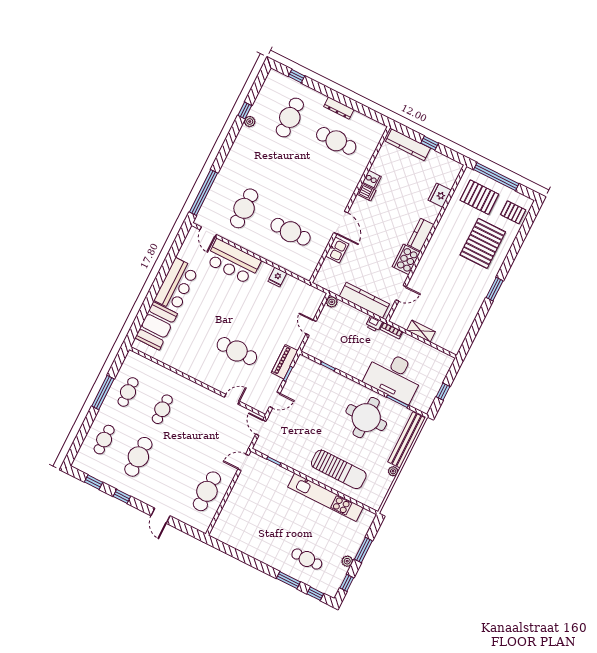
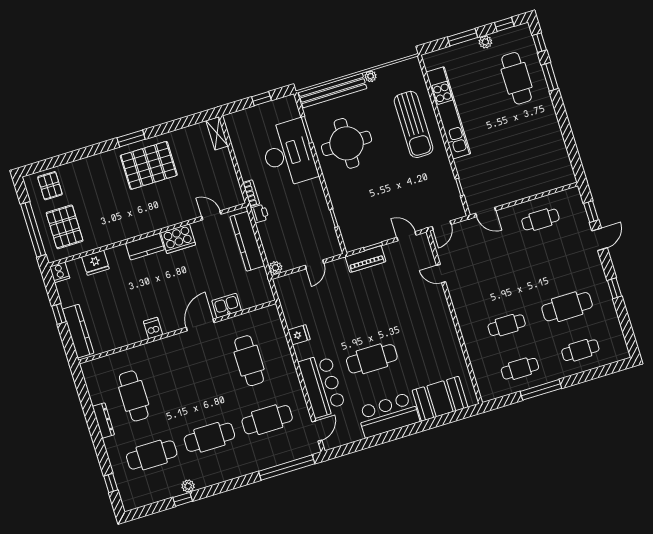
cafe table: (267, 163) -> (209, 437), added
cooker: (372, 179) -> (60, 272), moved, turned 180
pallet: (483, 243) -> (149, 165), moved
shelving: (421, 331) -> (217, 133), moved
cafe table: (237, 351) -> (372, 359), moved, turned 90
sun lounger: (339, 469) -> (414, 124), turned 180
window: (94, 482) -> (591, 212), moved
cafe table: (207, 491) -> (540, 220), width x0.73, depth x0.74
cafe table: (307, 559) -> (517, 78), width x1.37, depth x1.35

